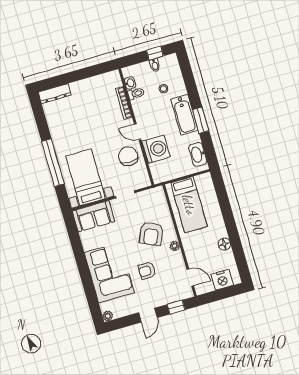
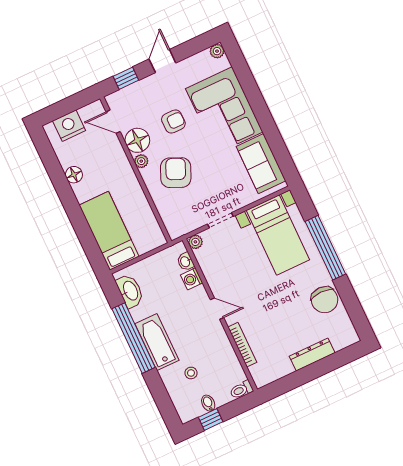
washbasin: (130, 83) -> (185, 262), moved
dresser: (55, 94) -> (312, 355), moved
toilet: (136, 94) -> (241, 390), moved
window: (201, 120) -> (134, 338), width x2.11
washing machine: (156, 149) -> (192, 279), width x0.53, depth x0.53
chair: (128, 156) -> (325, 300), moved
plant: (145, 182) -> (195, 242), added
bed: (189, 205) -> (109, 231), moved
sofa: (94, 216) -> (261, 164), moved, turned -90
floor lamp: (175, 261) -> (137, 140), added

